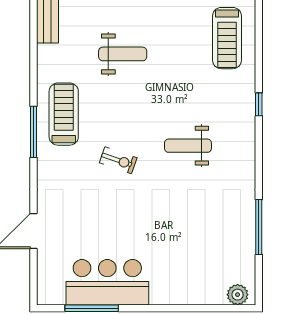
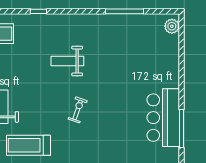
treadmill: (64, 114) -> (29, 145), moved
weight bench: (188, 146) -> (67, 61), turned 90

